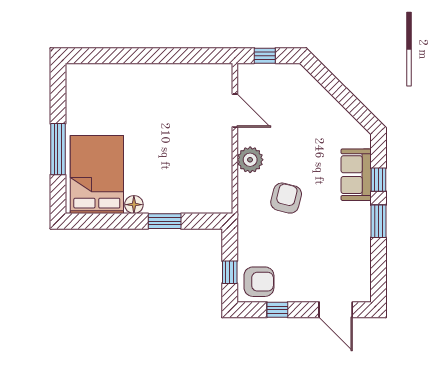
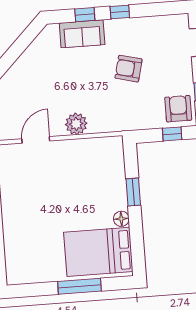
armchair: (286, 198) -> (129, 69), moved
window: (378, 221) -> (120, 12), width x0.67

